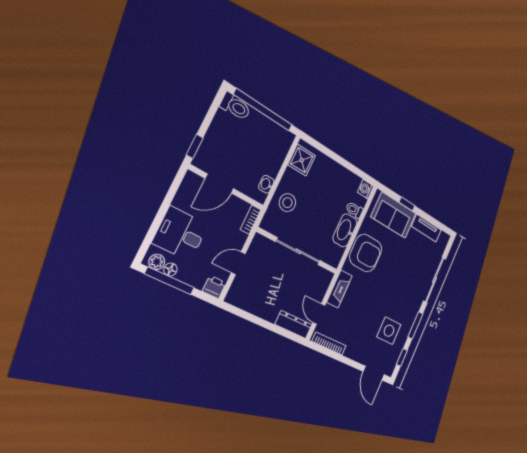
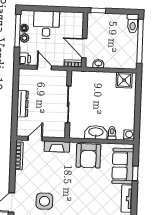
door: (219, 184) -> (84, 48), moved
stool: (287, 203) -> (94, 83), removed
plant: (157, 262) -> (24, 38), moved
dresser: (294, 324) -> (23, 104), moved

